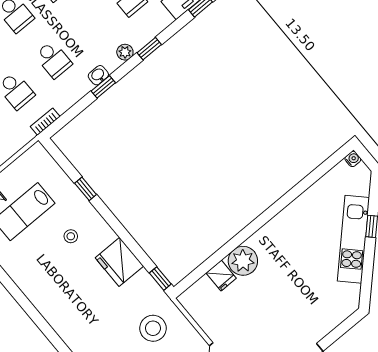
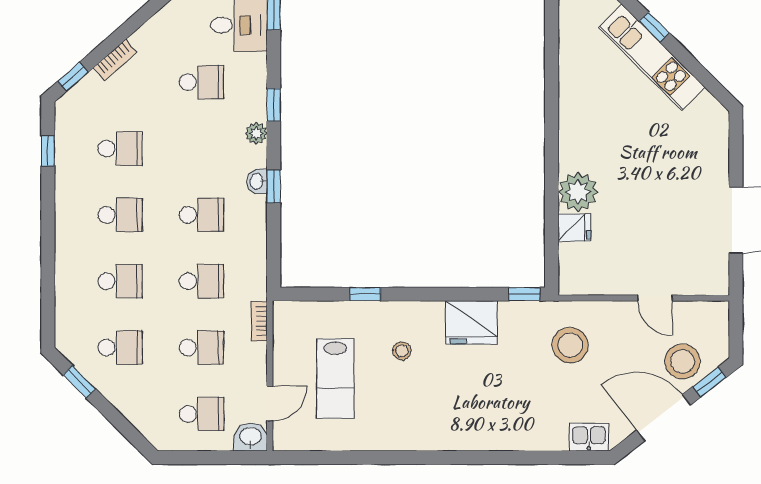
bookcase: (45, 122) -> (259, 321), moved

